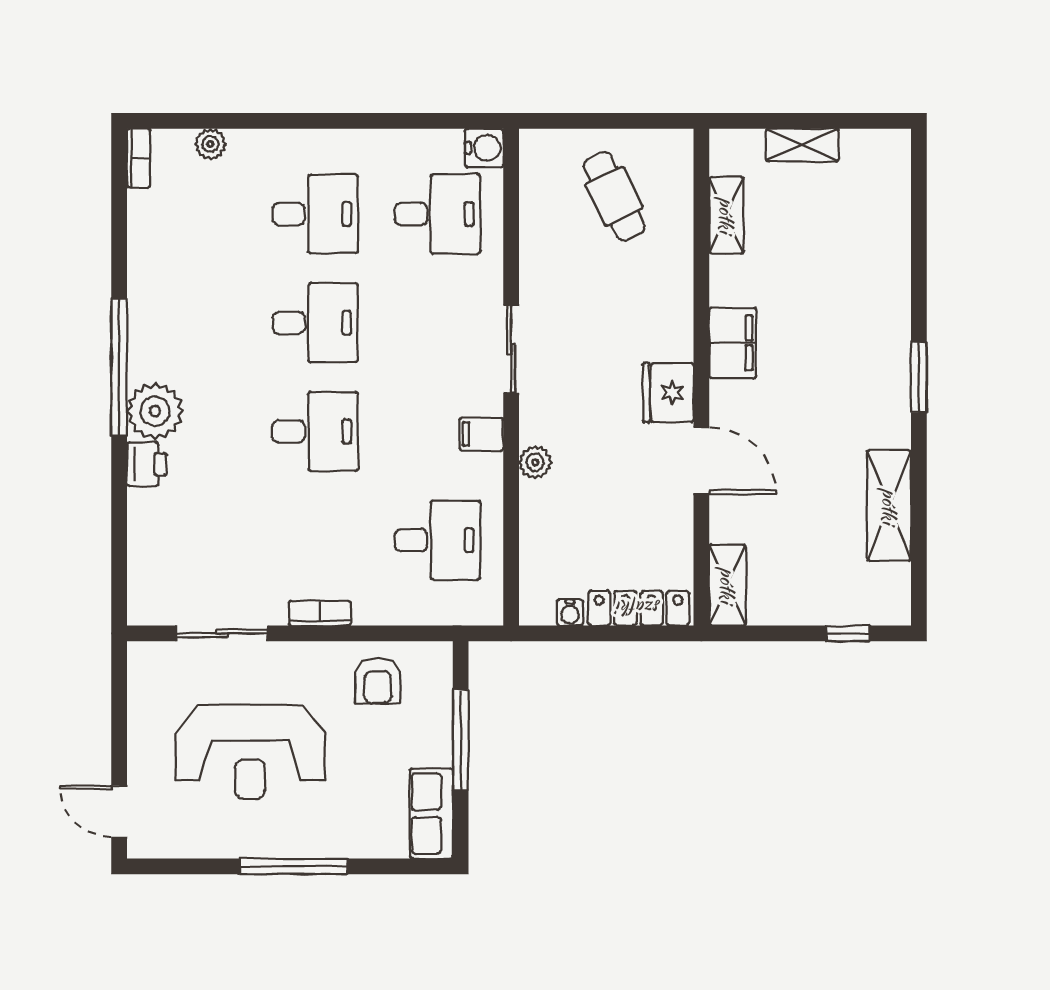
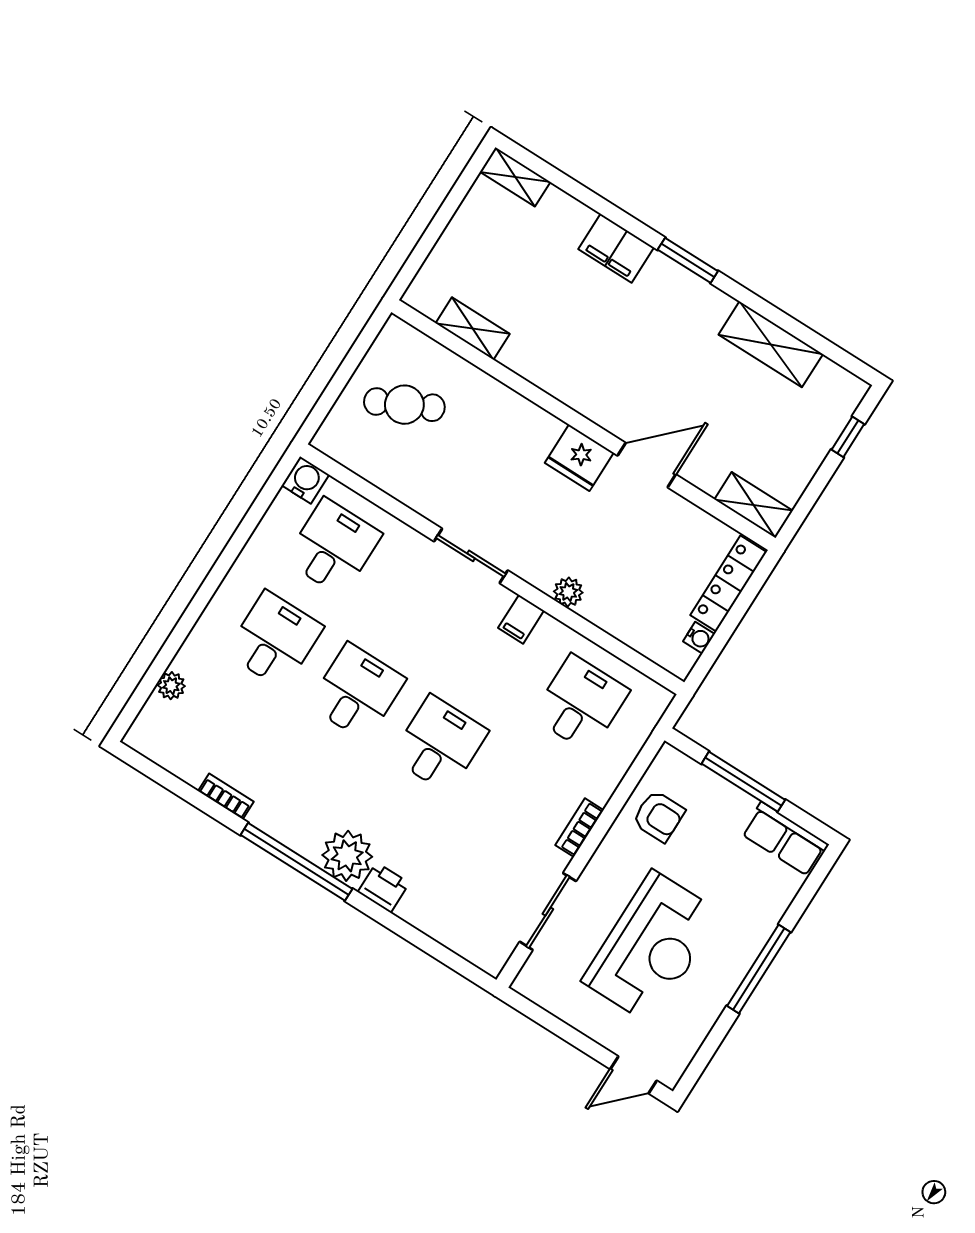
shelving: (802, 145) -> (515, 177), moved, turned 90
bookcase: (139, 158) -> (226, 796), moved
filing cabinet: (733, 343) -> (616, 248), moved, turned 180

